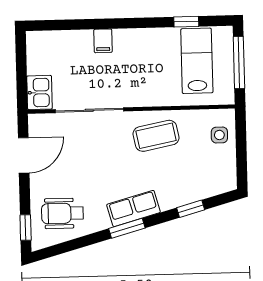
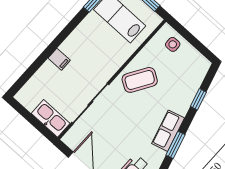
kitchen sink: (40, 92) -> (51, 118), width x1.38
coffee table: (156, 136) -> (140, 80), turned 43

